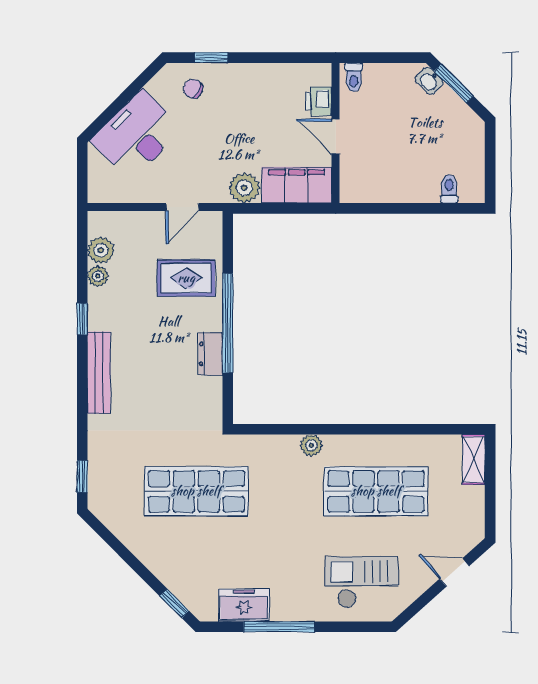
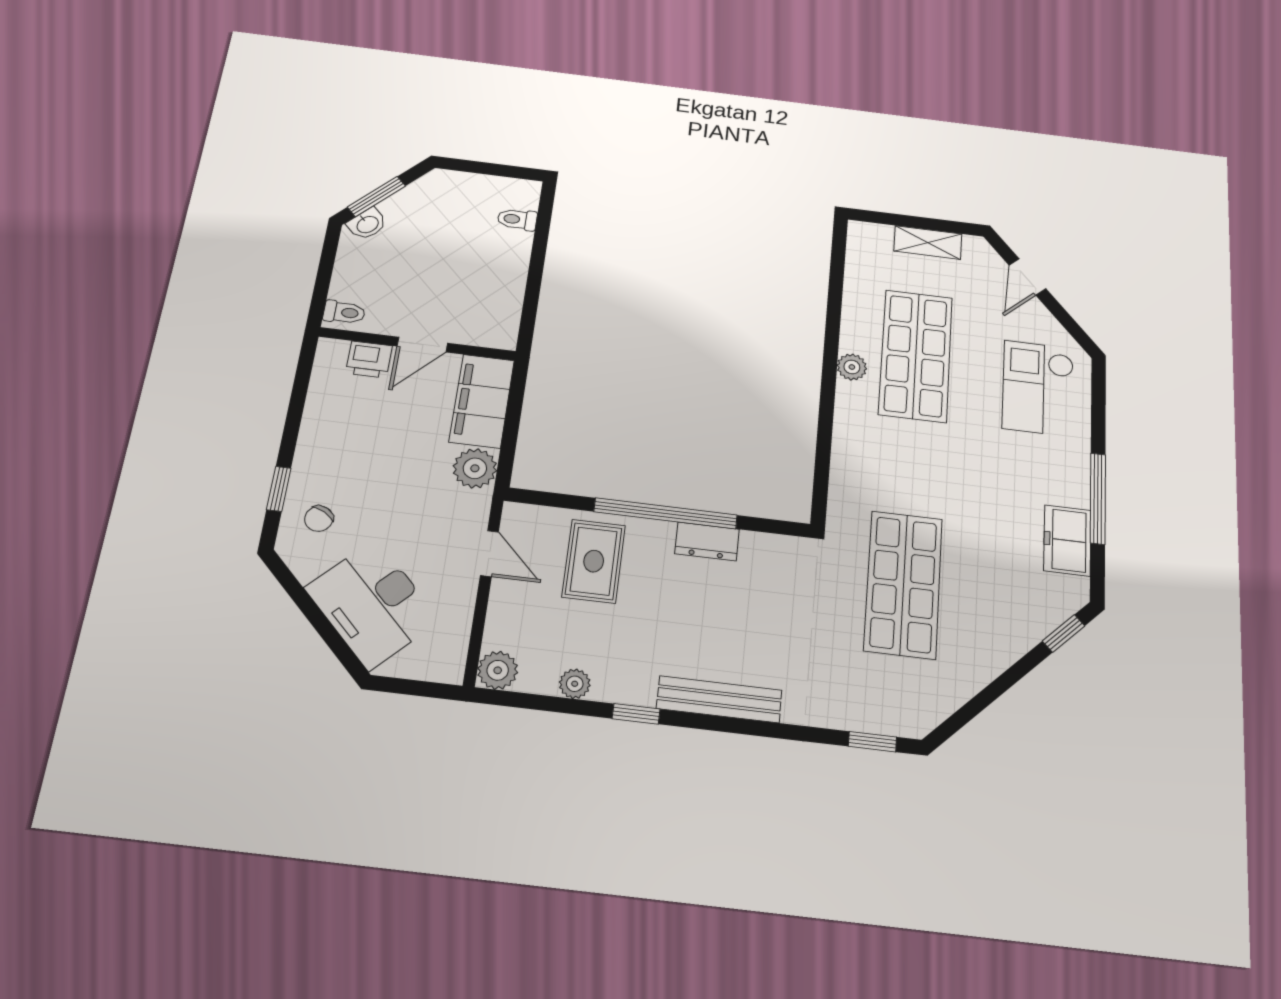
plant: (101, 250) -> (498, 670), moved
plant: (311, 445) -> (852, 367), moved
shelving: (474, 460) -> (928, 243), moved

